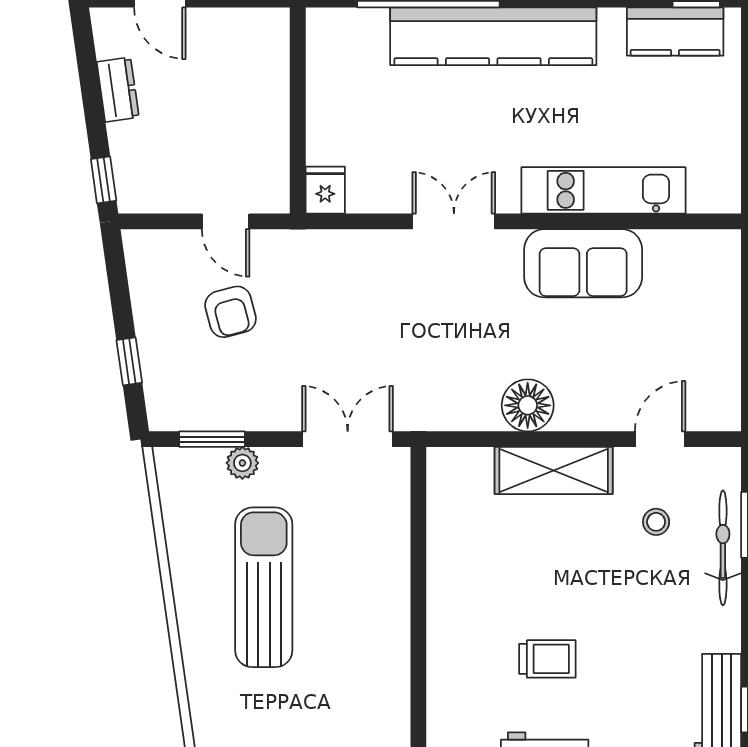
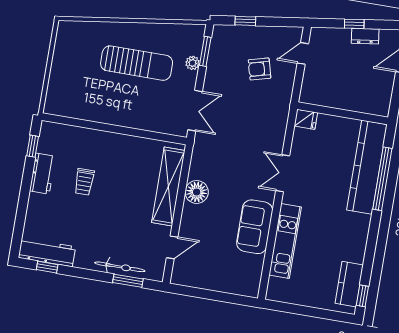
kitchen counter: (493, 36) -> (367, 167), moved
window: (104, 180) -> (354, 24), moved
door: (226, 221) -> (303, 53), moved
double door: (454, 221) -> (283, 173), swing flipped
door: (660, 439) -> (172, 247), hinge flipped
shelving: (554, 470) -> (168, 186), width x1.47
stool: (656, 522) -> (136, 240), removed

